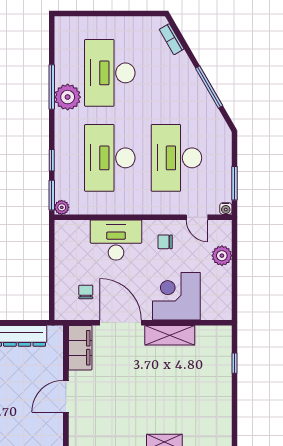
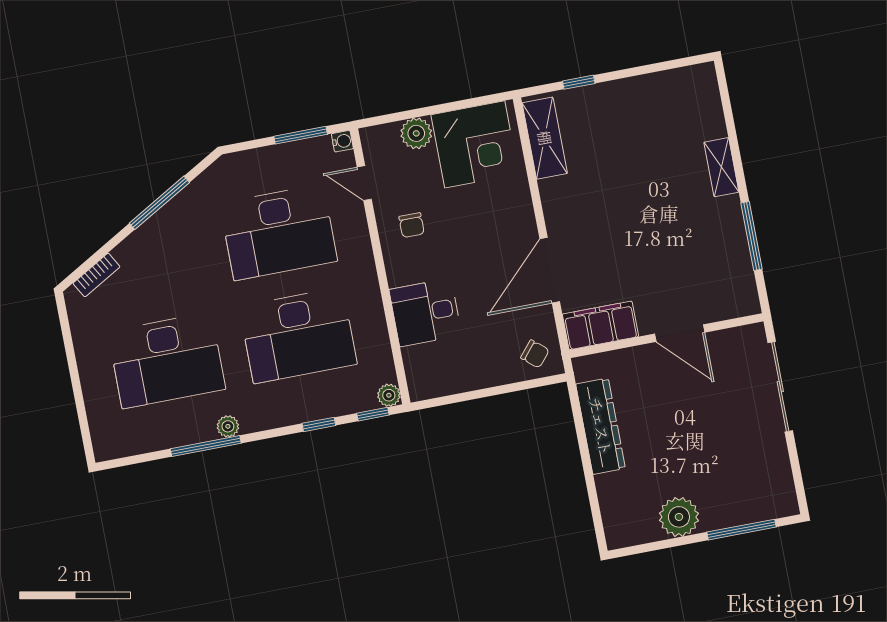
plant: (68, 97) -> (228, 426), width x0.53, depth x0.53
window: (52, 195) -> (373, 414), width x0.67
door: (197, 217) -> (364, 183), swing flipped
desk: (116, 240) -> (425, 312), width x0.73
chair: (86, 292) -> (535, 354), moved, turned -140
corner desk: (176, 296) -> (475, 144), moved, turned -90
shelving: (170, 335) -> (545, 138), moved

